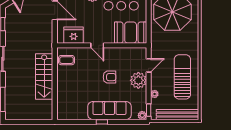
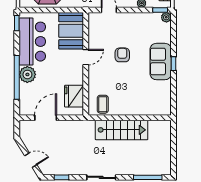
door: (97, 45) -> (86, 57), moved
plant: (138, 80) -> (126, 22), removed
sofa: (109, 111) -> (161, 62), width x0.73

